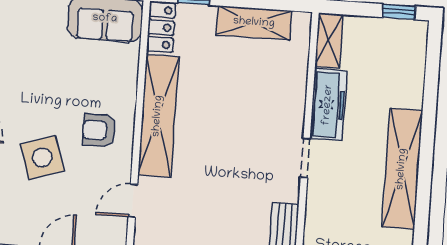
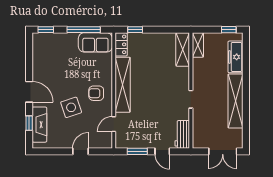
shelving: (254, 23) -> (183, 49), moved, turned 90
freezer: (328, 105) -> (235, 57), moved, turned 180

